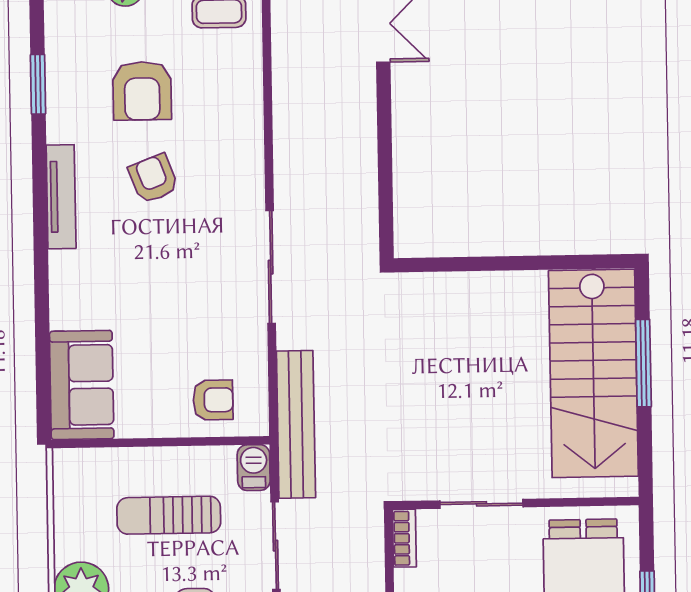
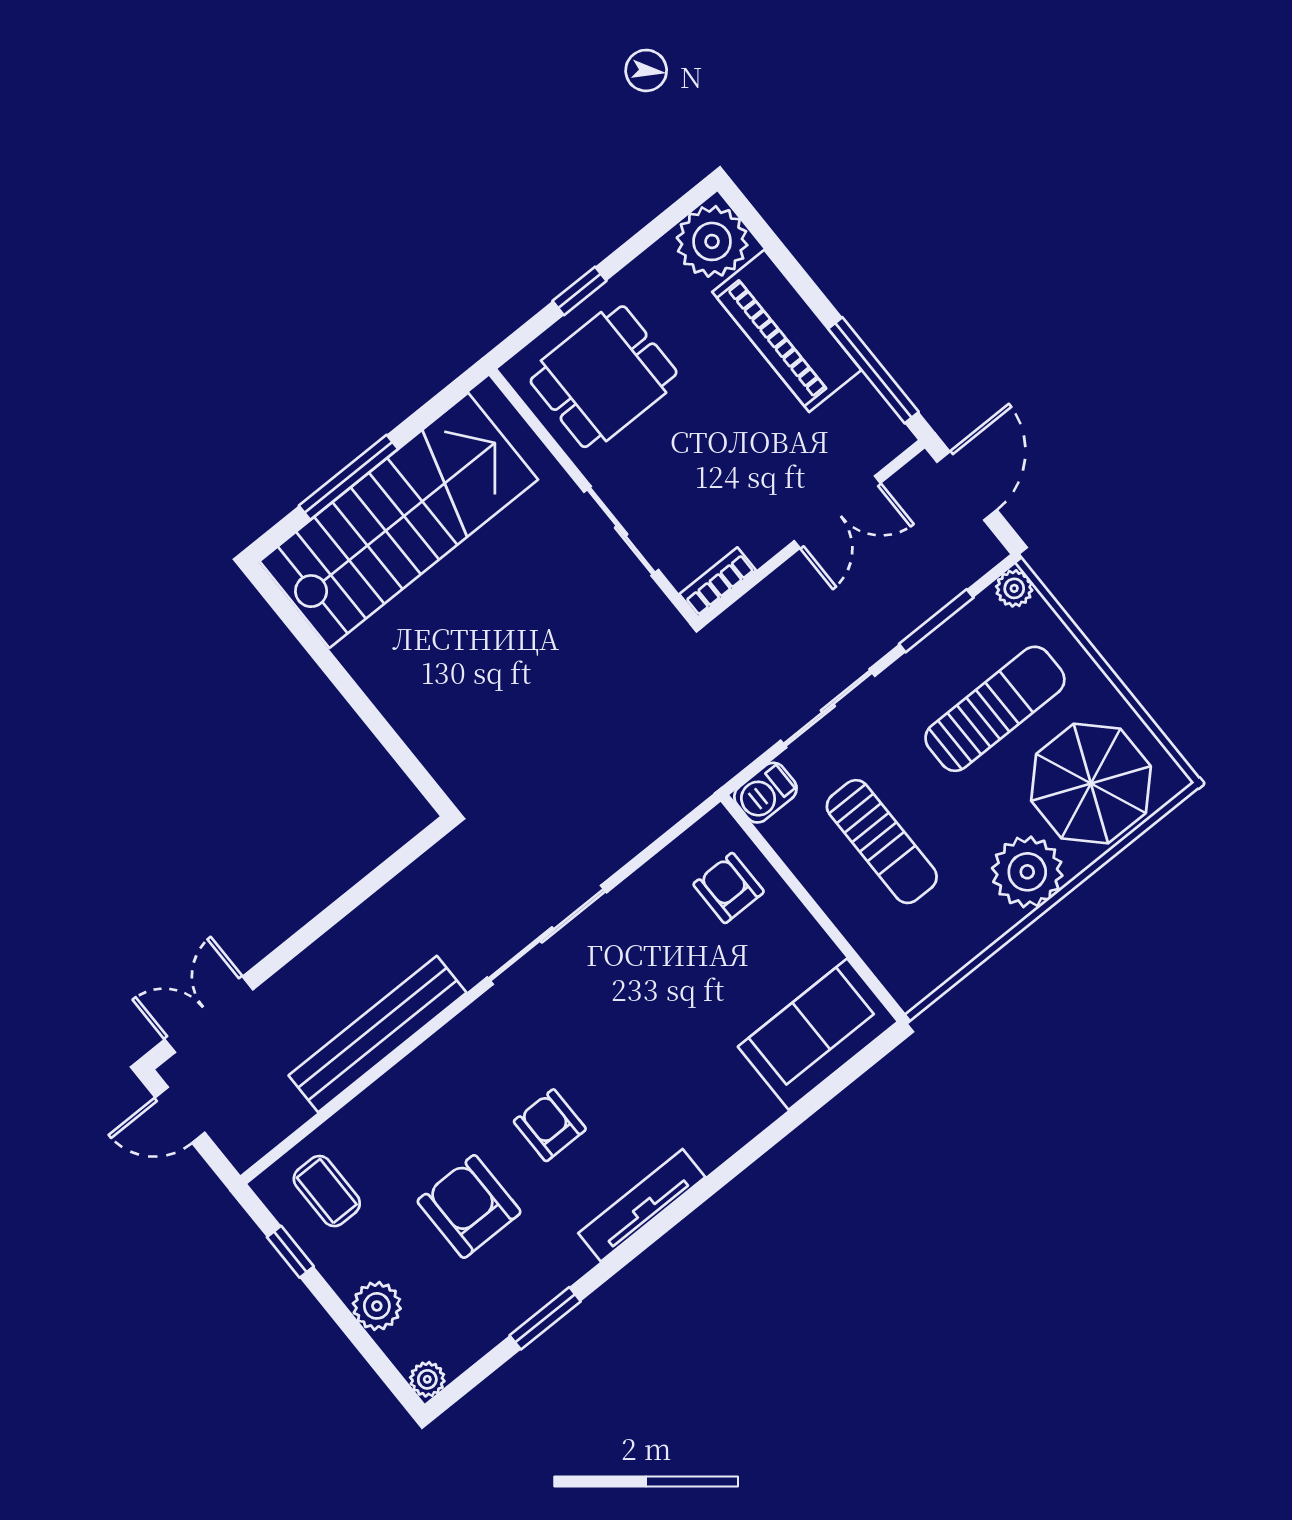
armchair: (142, 91) -> (469, 1207), turned -90
armchair: (153, 179) -> (550, 1125), turned 111
bench: (296, 424) -> (377, 1034), moved

